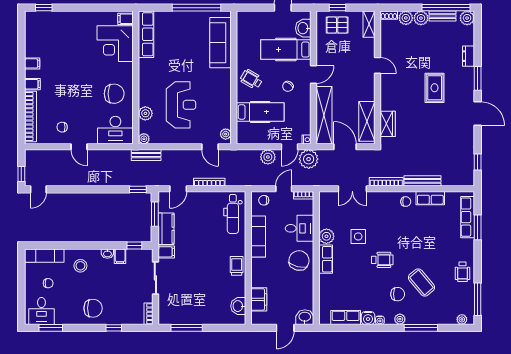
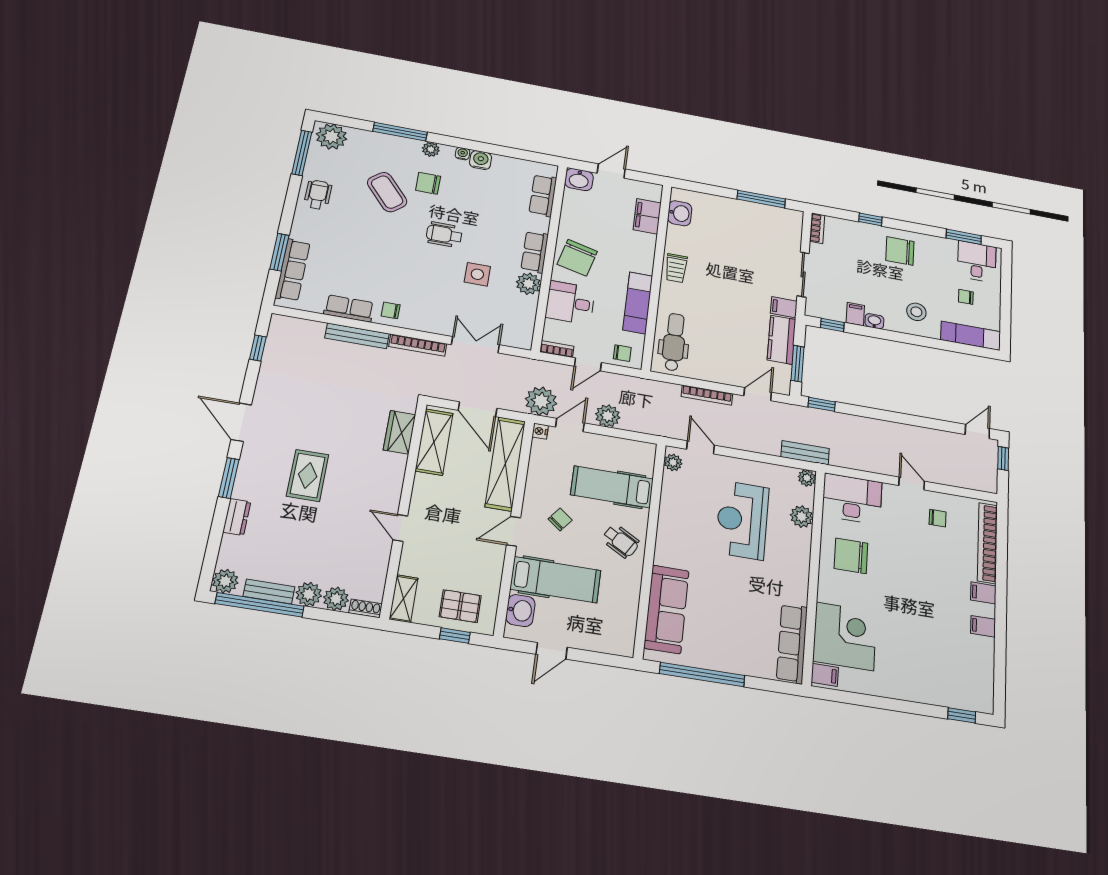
row of seats: (346, 318) -> (543, 195), moved, turned 90
plant: (462, 319) -> (331, 137), width x1.88, depth x1.88

